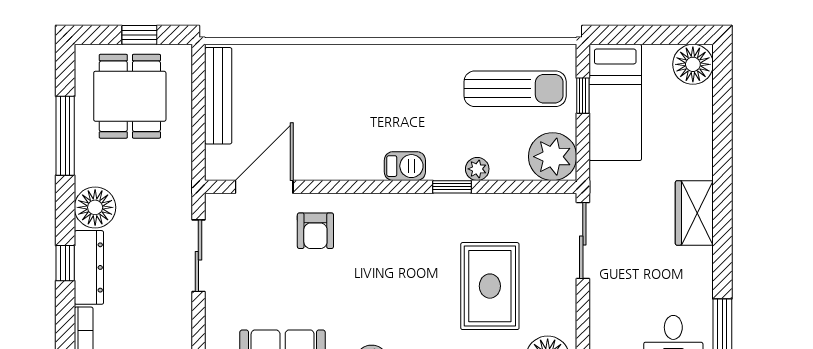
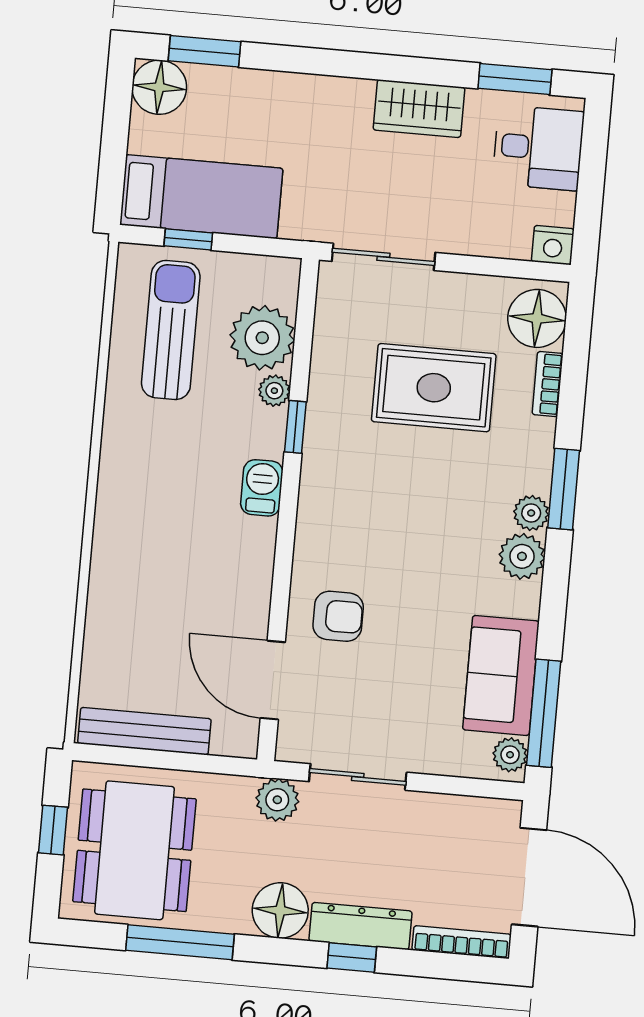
window: (722, 95) -> (205, 51), added
dining table: (130, 96) -> (135, 850), width x1.38
plant: (553, 157) -> (262, 338), moved
plant: (176, 198) -> (277, 800), added
wardrobe: (694, 213) -> (419, 109), moved

